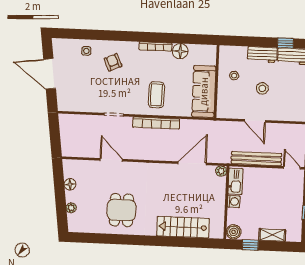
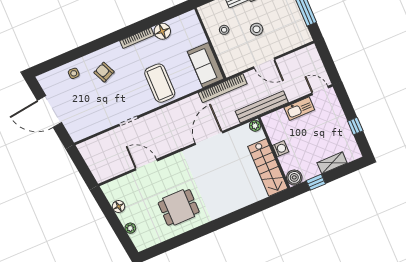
sofa: (204, 91) -> (206, 65), width x0.73
coffee table: (156, 95) -> (160, 83), width x1.36, depth x1.32
bookcase: (156, 123) -> (223, 88), moved
bench: (256, 159) -> (262, 107), moved
door: (192, 163) -> (209, 138), moved
kitchen sink: (235, 181) -> (299, 109), moved, turned 90
dining table: (121, 210) -> (179, 207), turned 90
stairs: (183, 227) -> (268, 167), moved, turned -90

